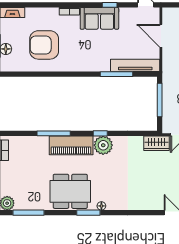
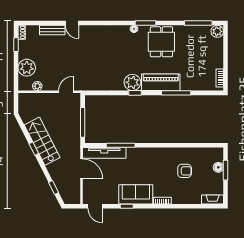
door: (161, 36) -> (82, 169), moved
armchair: (44, 45) -> (185, 171), width x0.53, depth x0.53
wardrobe: (157, 143) -> (85, 84), removed
dining table: (70, 191) -> (161, 42), width x0.73

